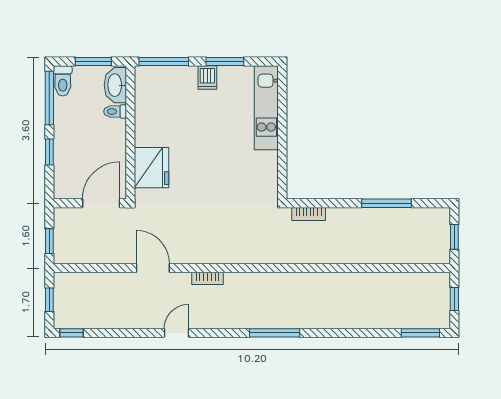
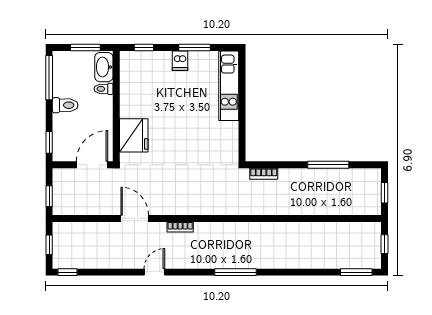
window: (164, 61) -> (144, 47), width x0.46
toilet: (63, 81) -> (65, 105), moved, turned -90
window: (49, 152) -> (49, 142), moved

